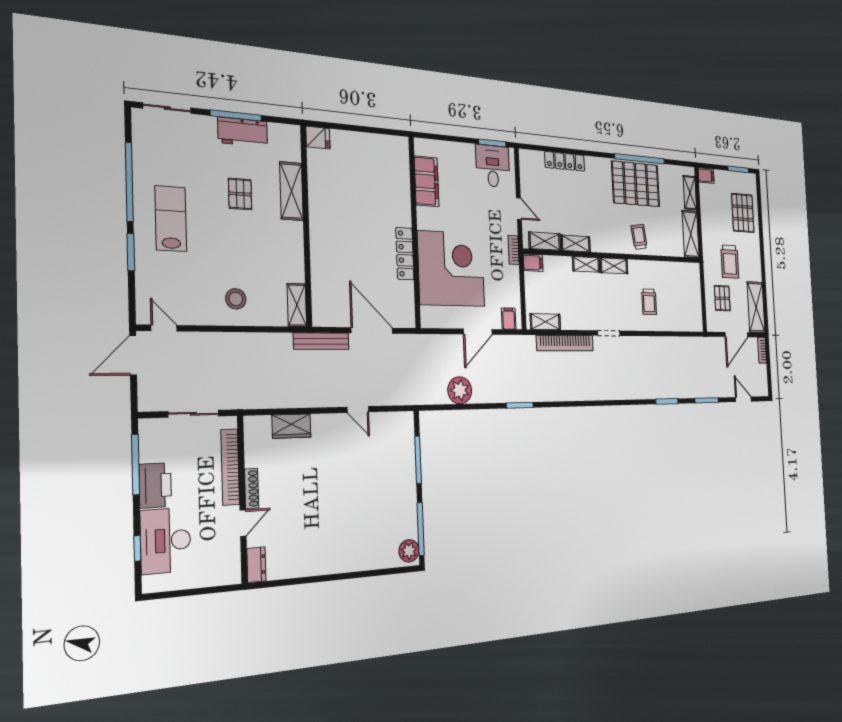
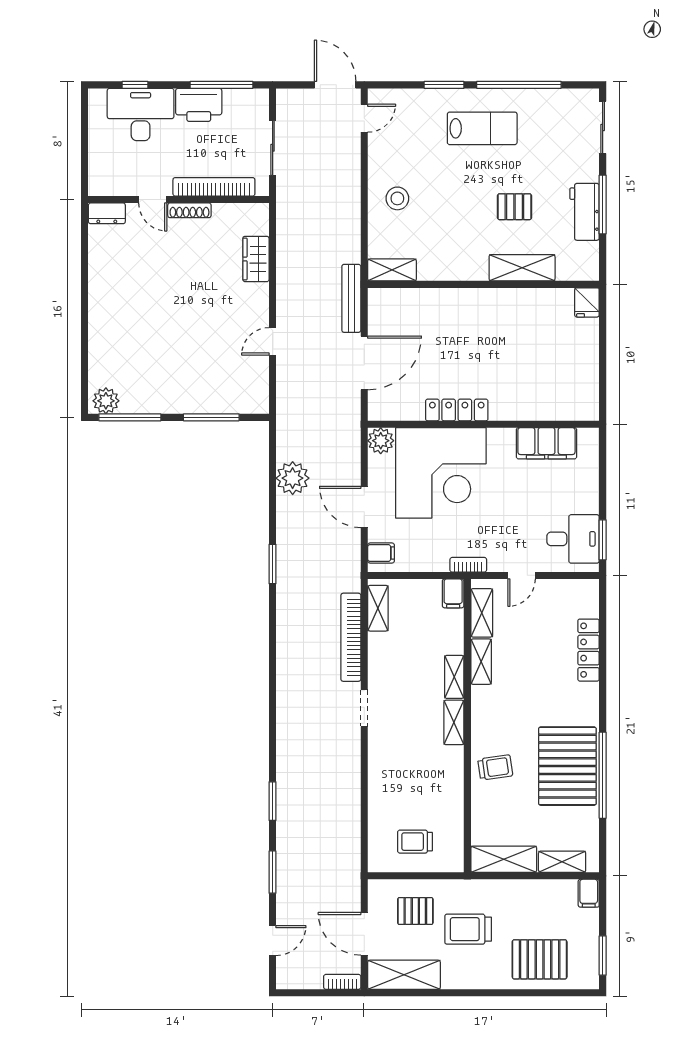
trolley: (649, 302) -> (415, 842), moved
plant: (430, 317) -> (381, 441), added

